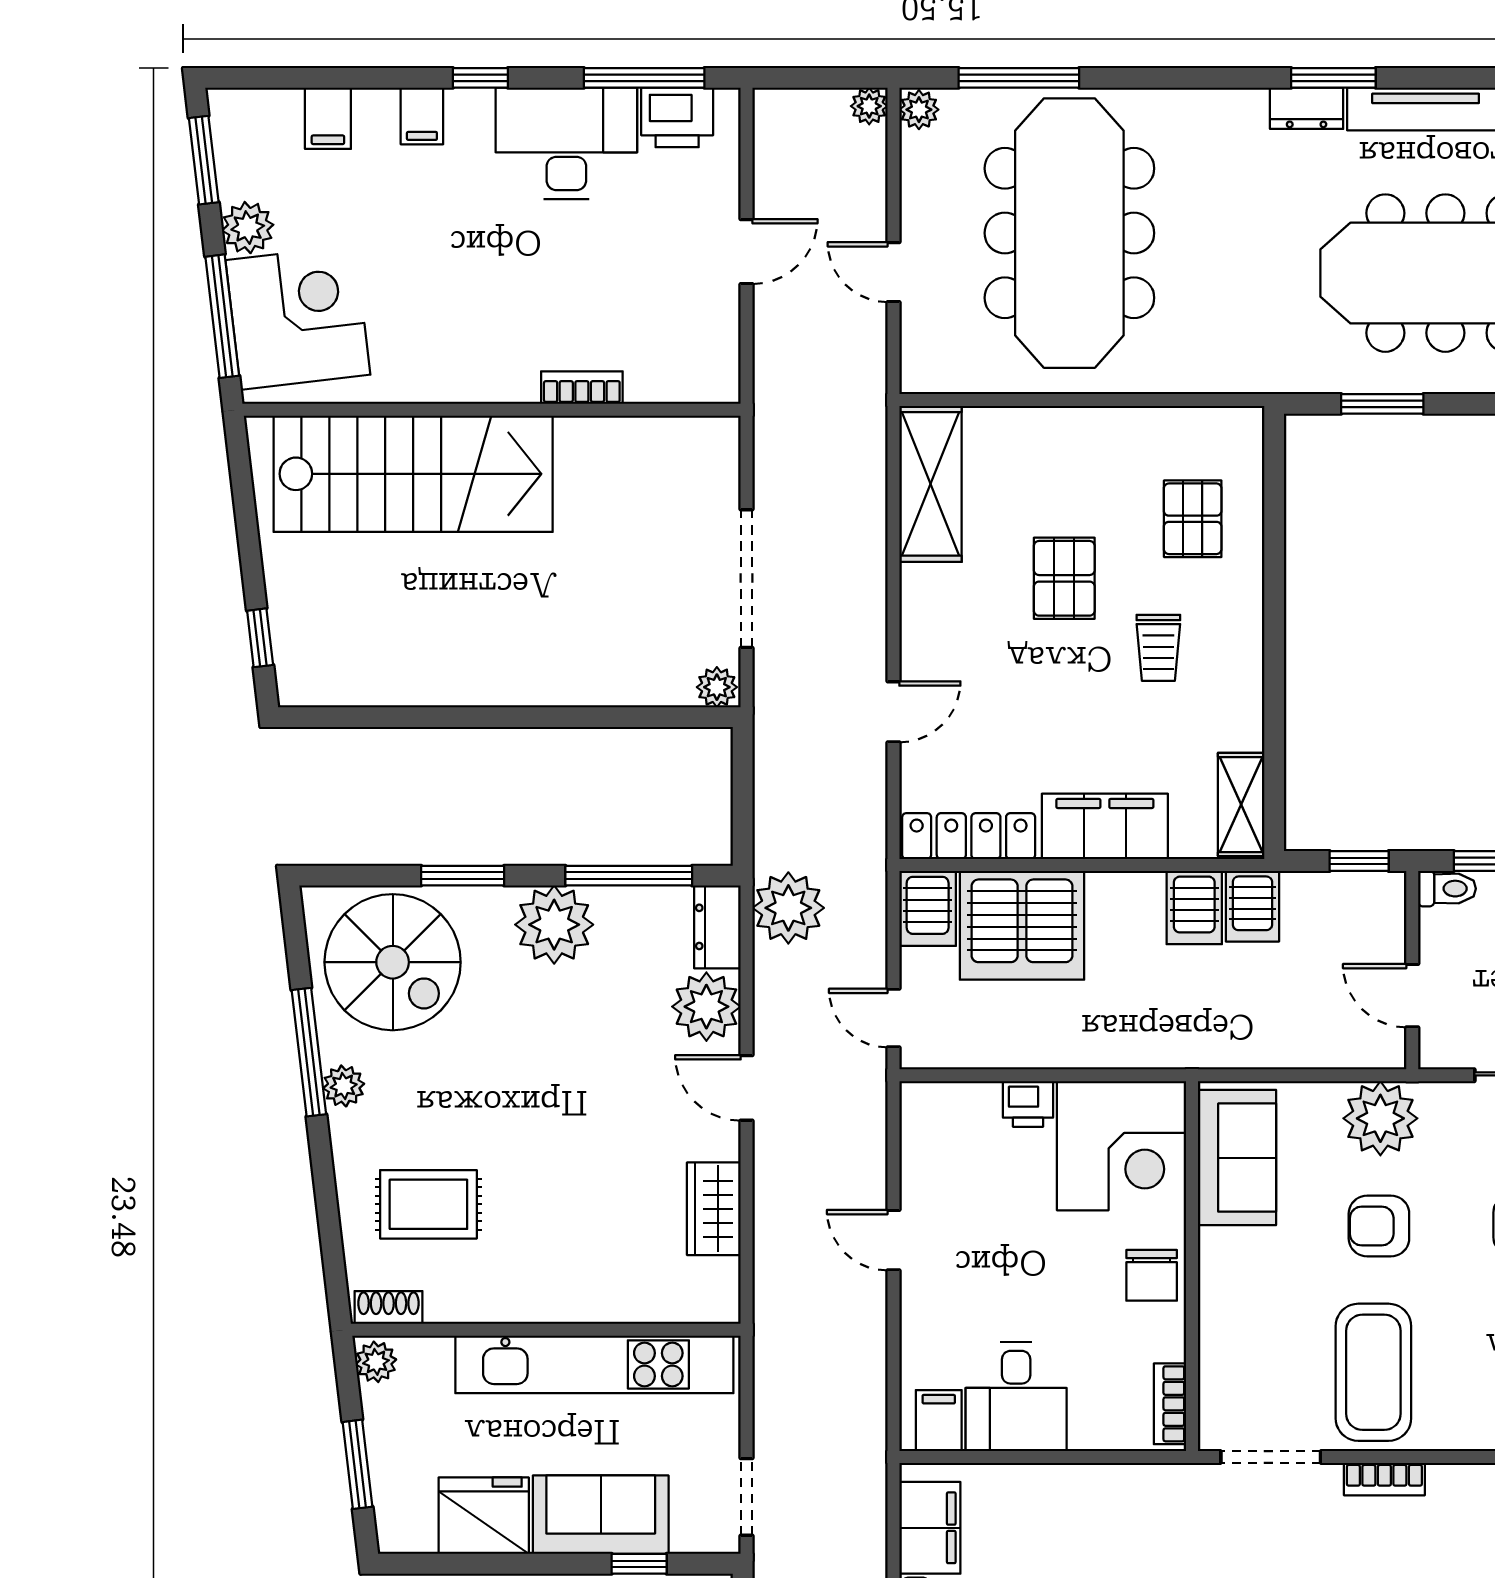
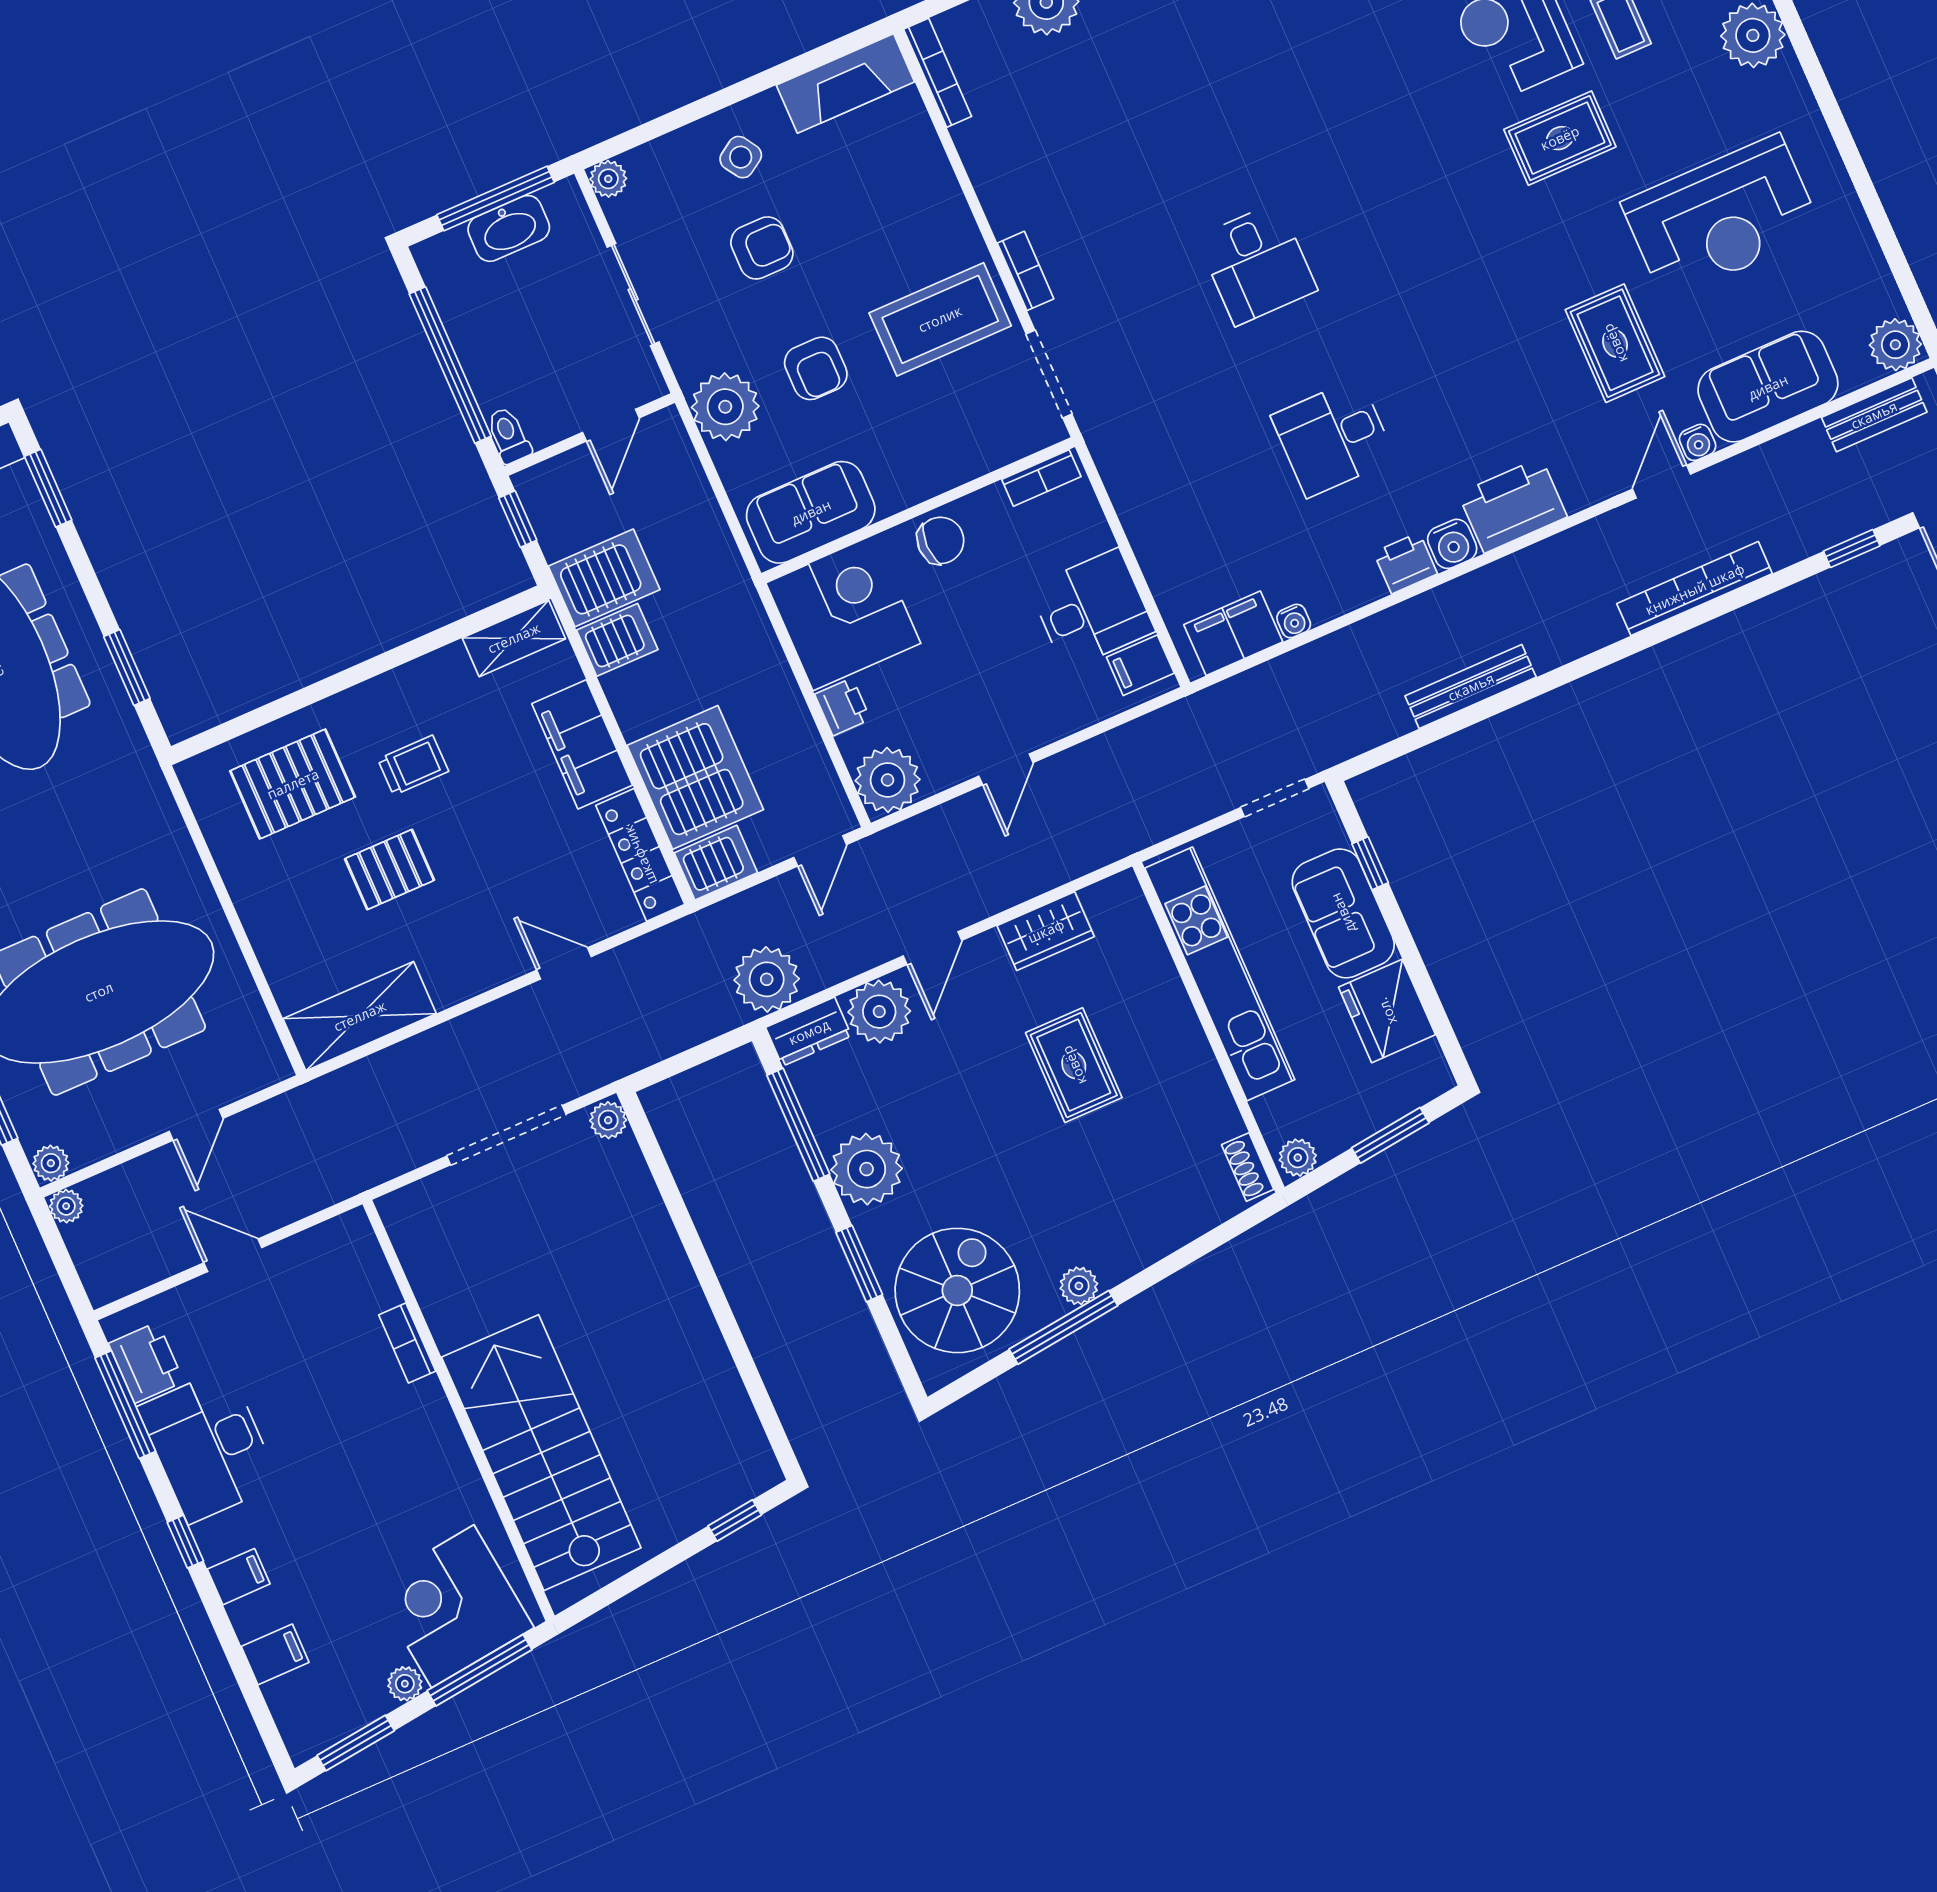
plant: (248, 228) -> (405, 1684), width x0.73, depth x0.73
pallet: (1193, 519) -> (293, 784), width x1.50, depth x1.42
server rack: (1252, 906) -> (604, 578), width x1.36, depth x1.44
plant: (935, 1117) -> (888, 780), added
rug: (428, 1204) -> (1074, 1065), moved

